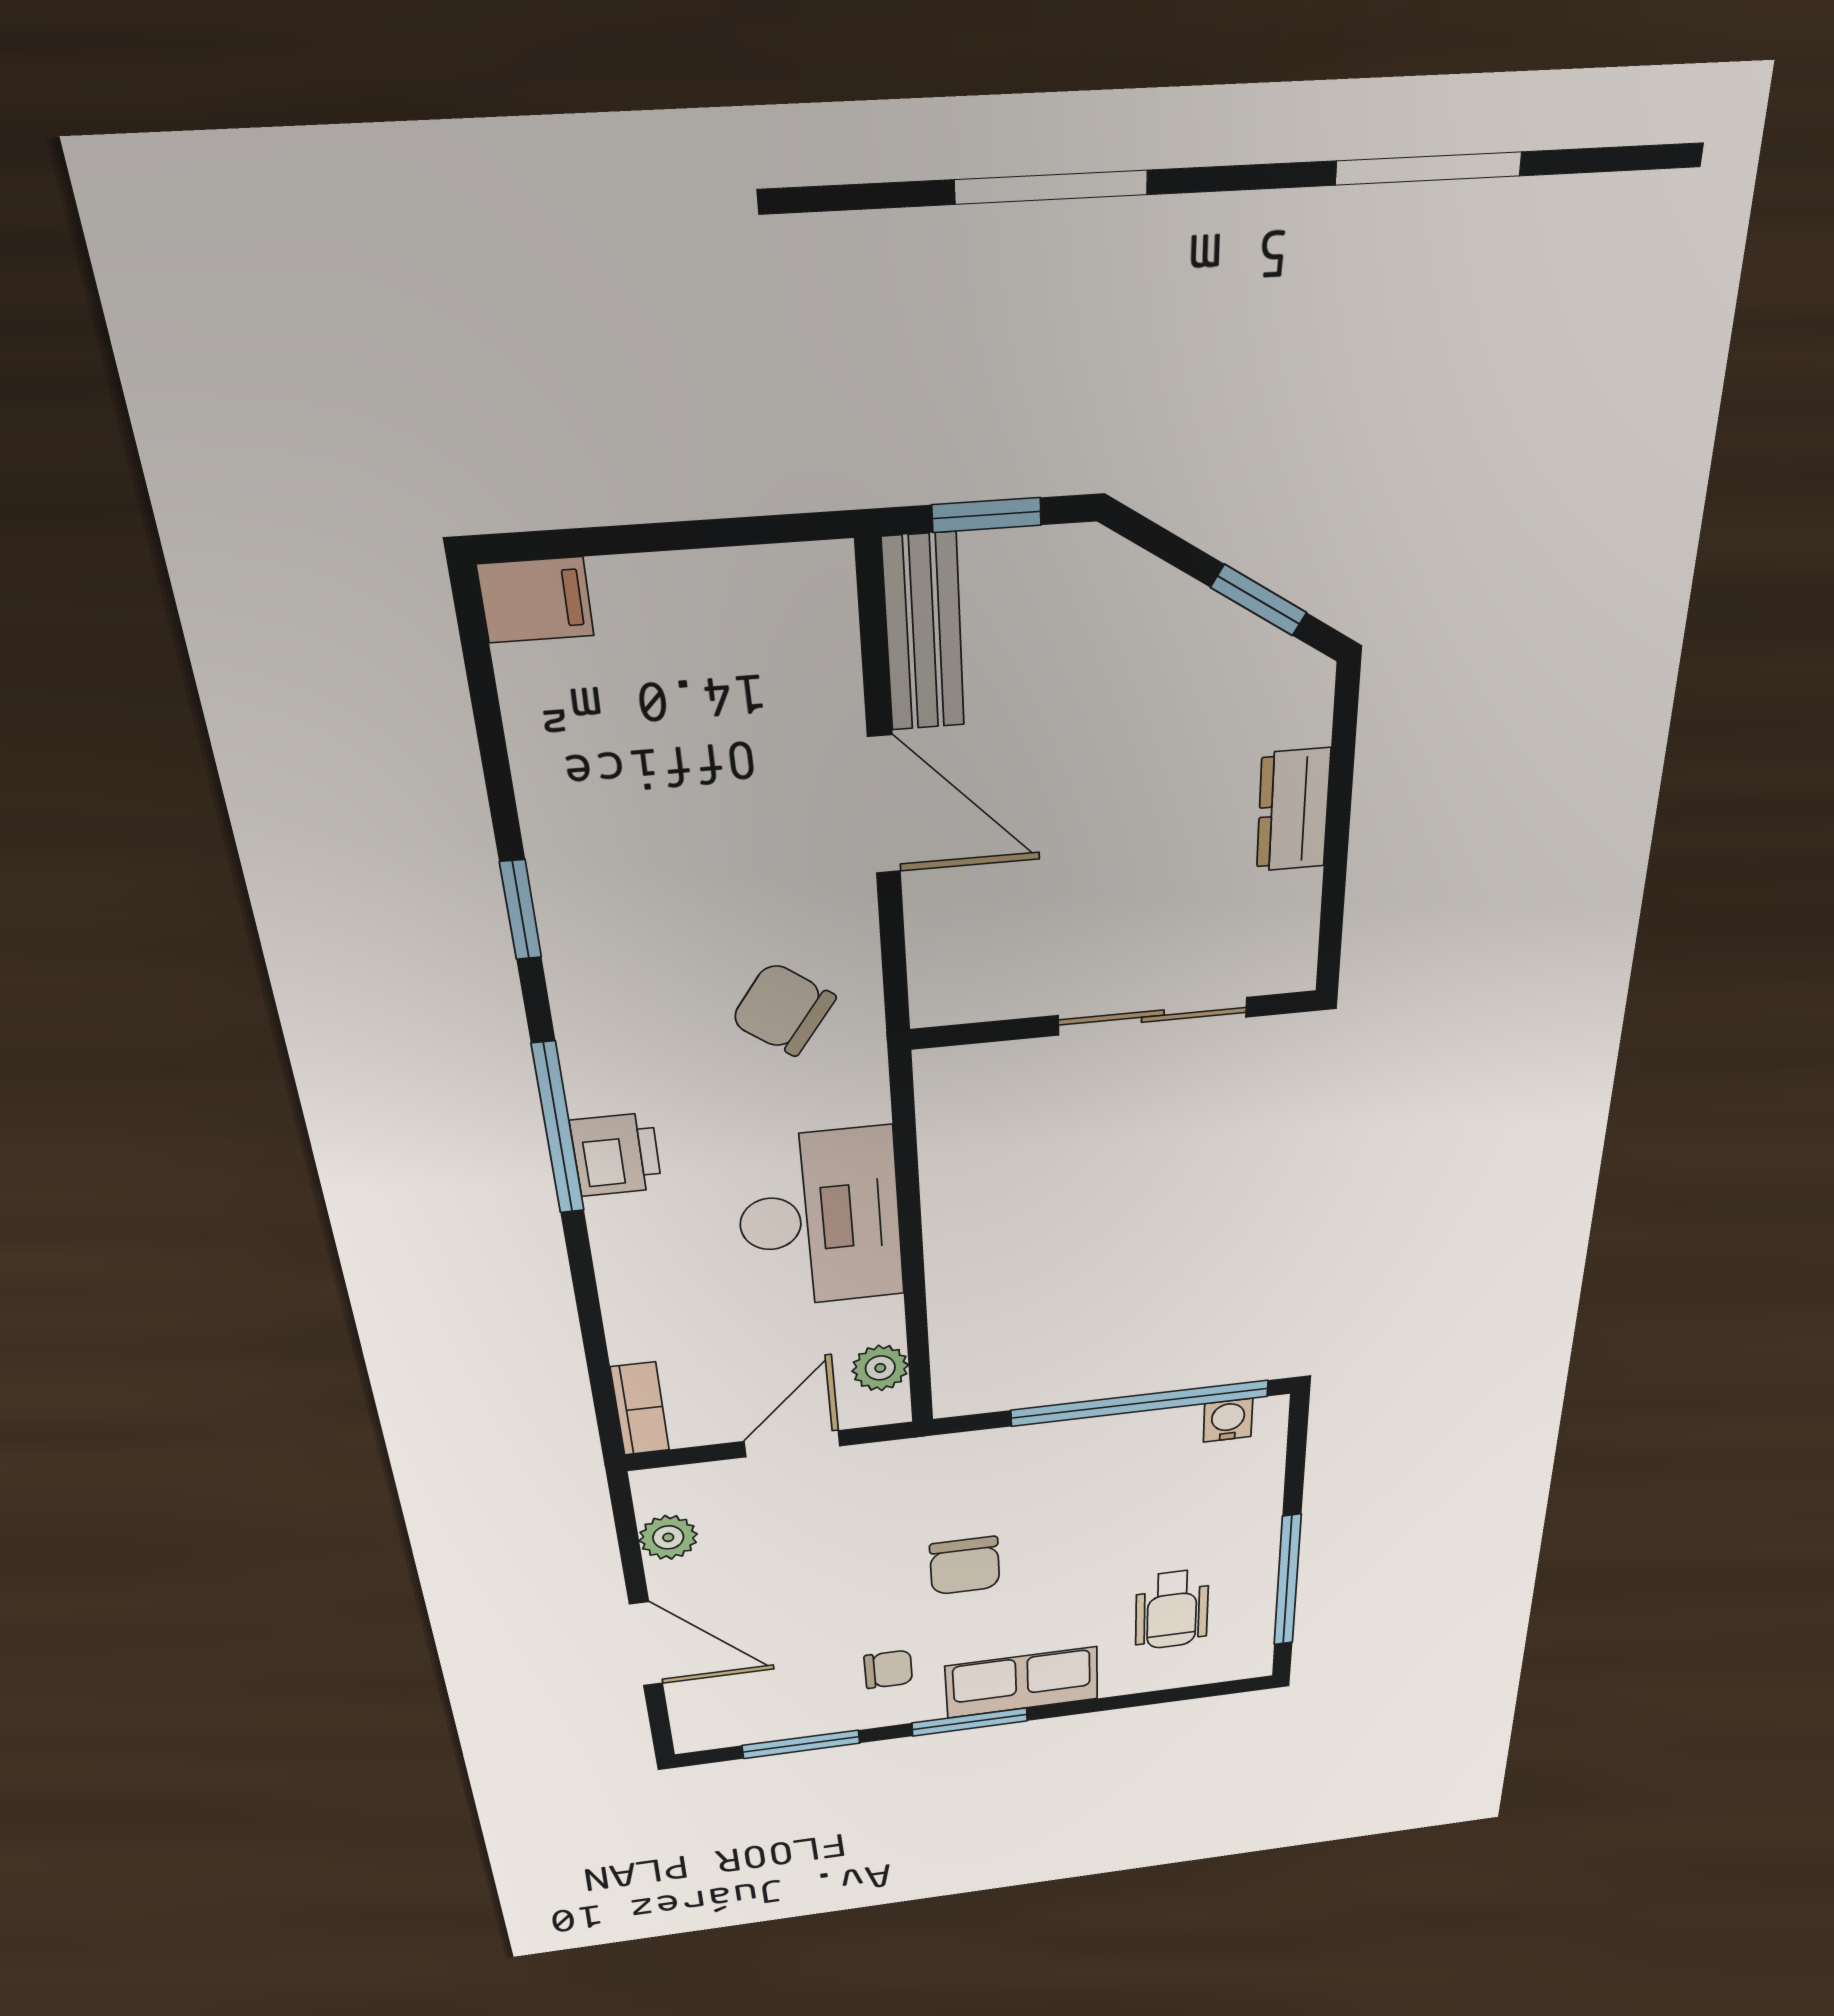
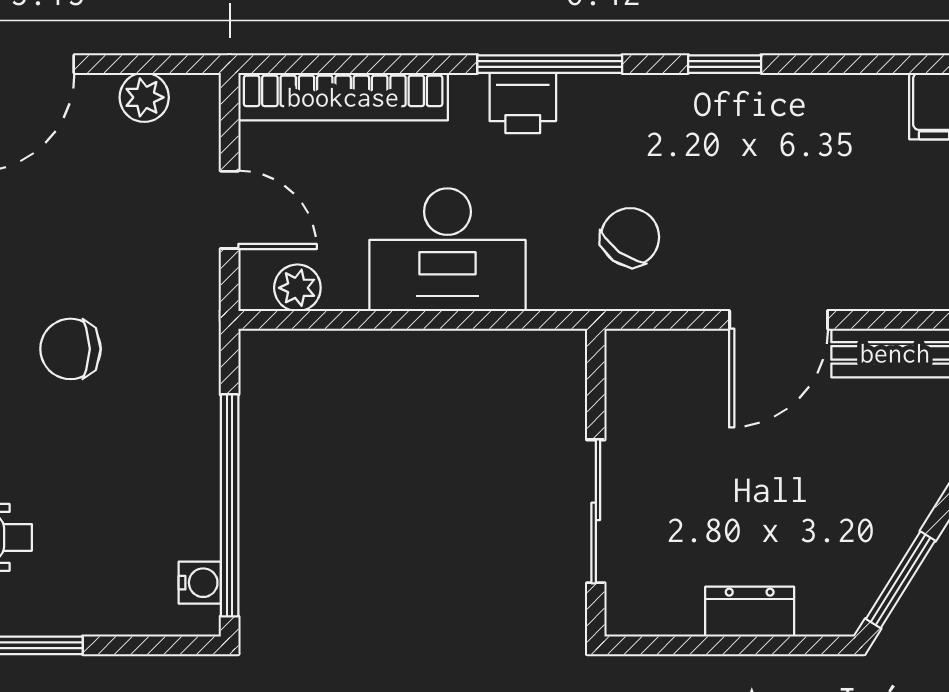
window: (1259, 600) -> (901, 580), width x1.50
bookcase: (640, 1409) -> (343, 97), width x2.31, depth x1.31

